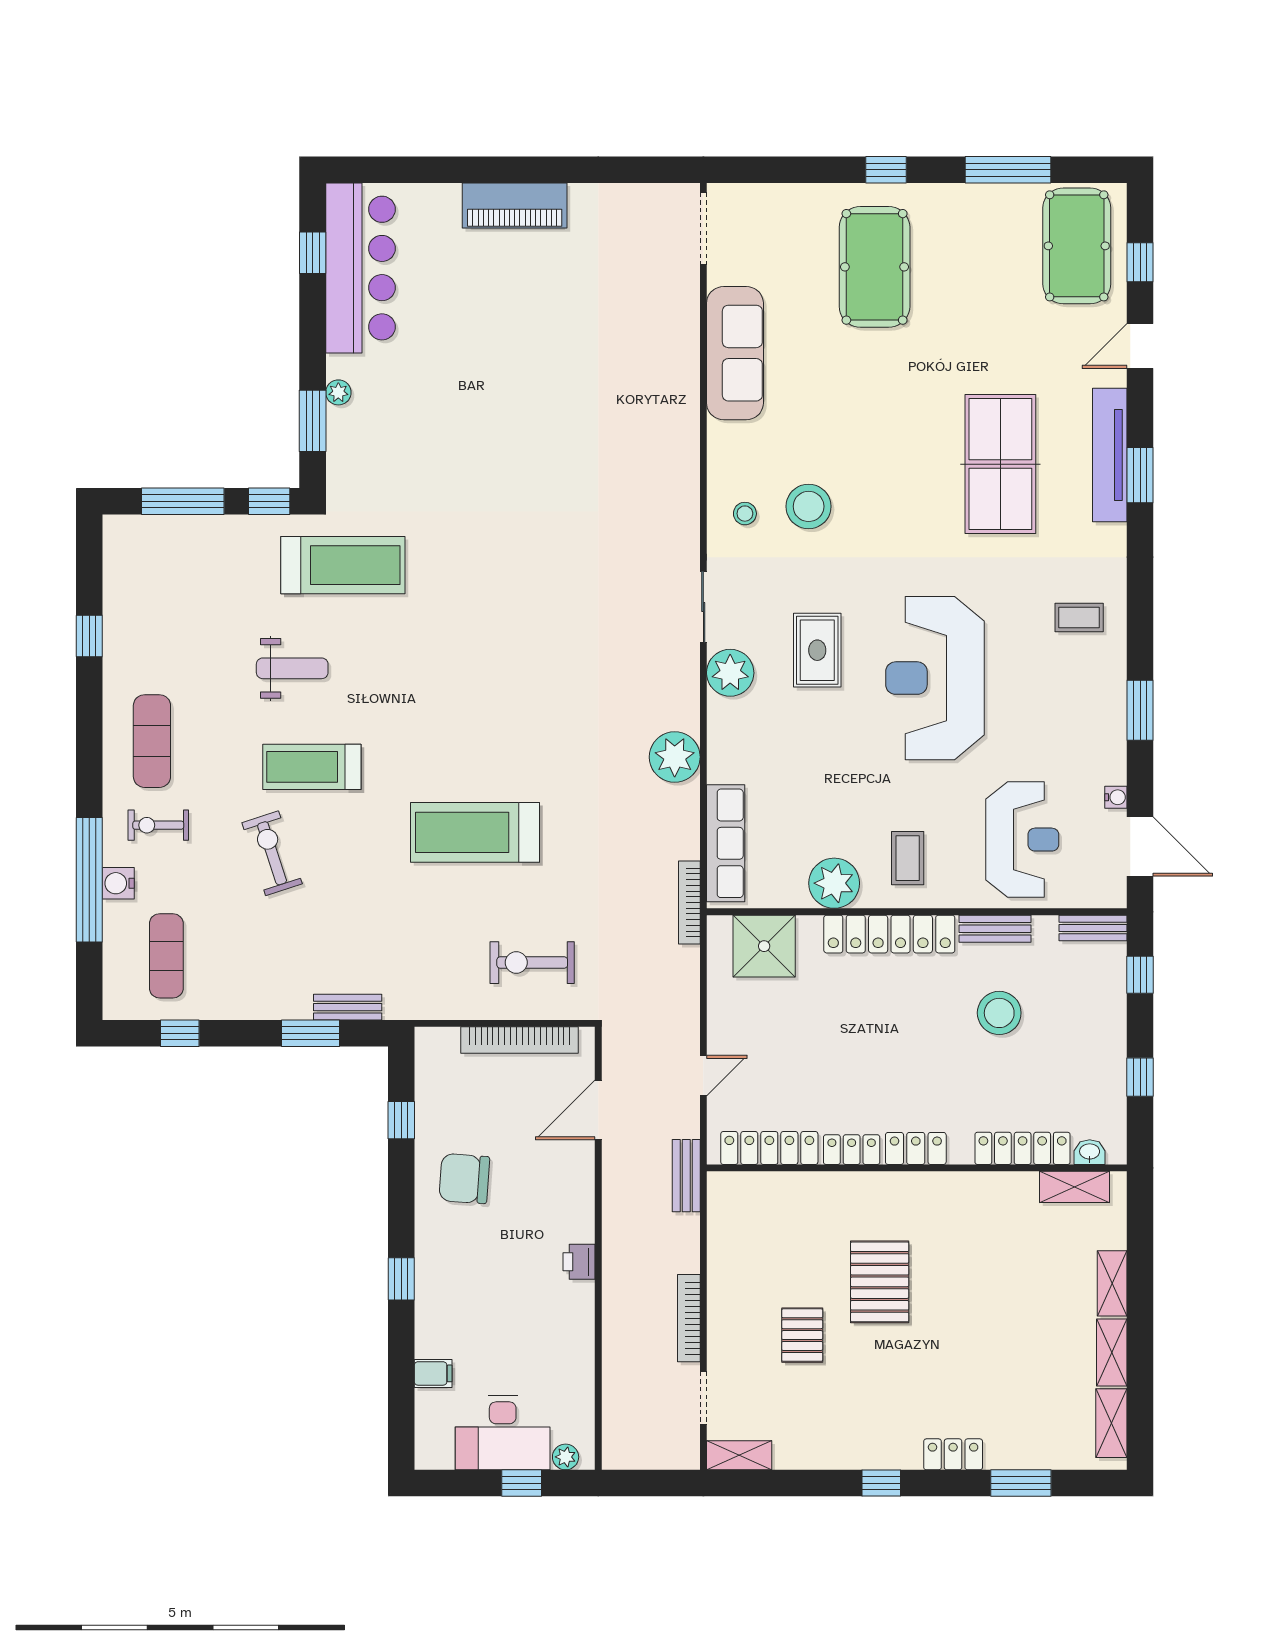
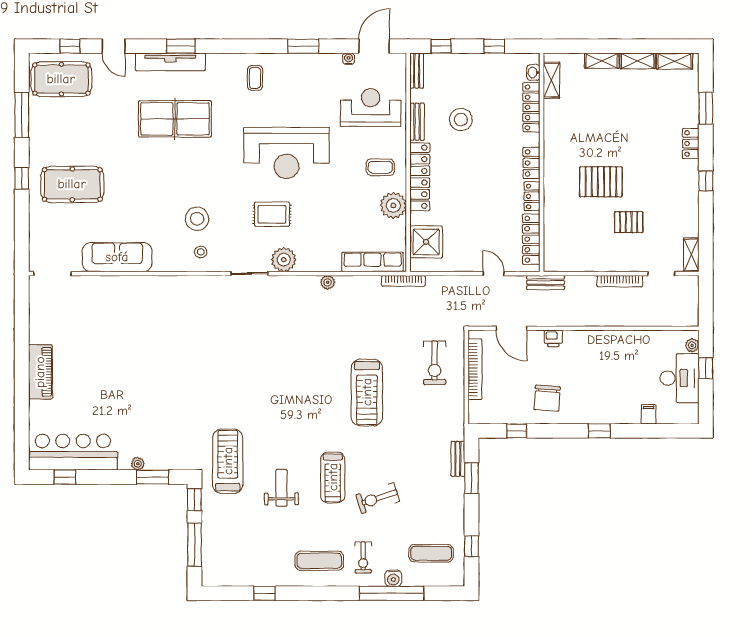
plant: (675, 757) -> (328, 282), width x0.53, depth x0.53
printer: (579, 1262) -> (553, 338), moved

